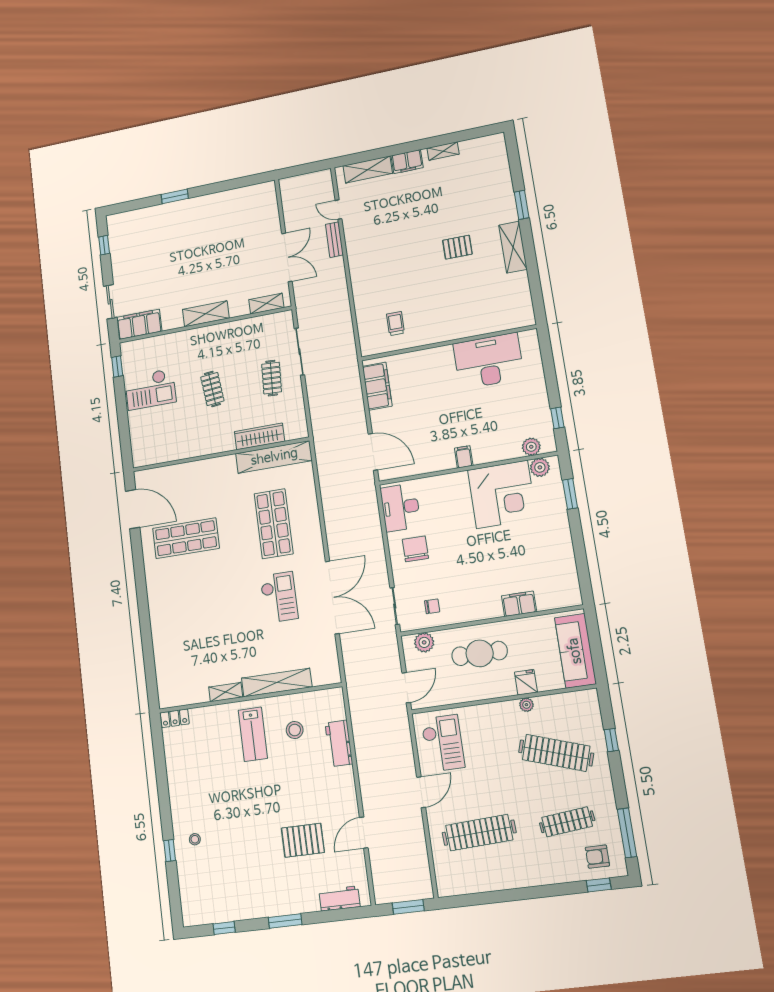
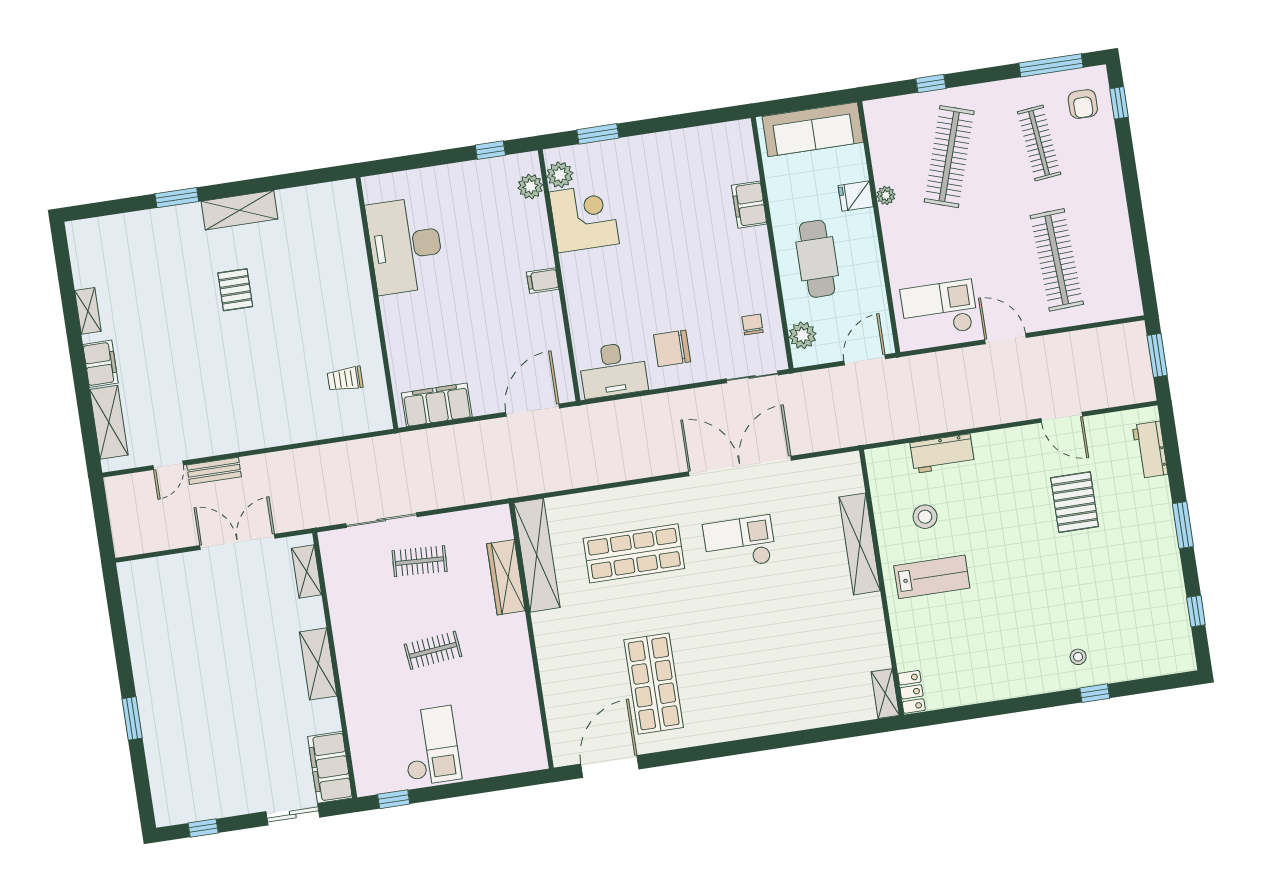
corner desk: (502, 494) -> (584, 218), width x0.74, depth x0.74
door: (406, 688) -> (865, 360), hinge flipped
shelving: (226, 692) -> (885, 694), moved

